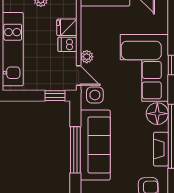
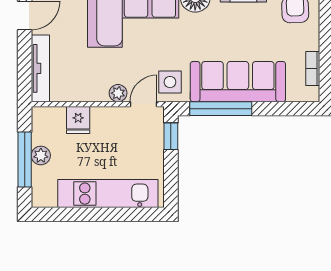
dishwasher: (68, 44) -> (101, 119), removed
window: (75, 150) -> (221, 109), moved

